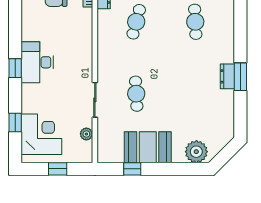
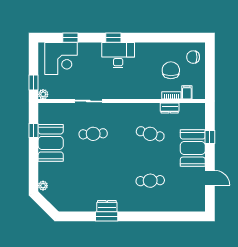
plant: (86, 134) -> (43, 94), moved
plant: (196, 152) -> (43, 186), width x0.53, depth x0.53
window: (58, 169) -> (33, 83), moved

